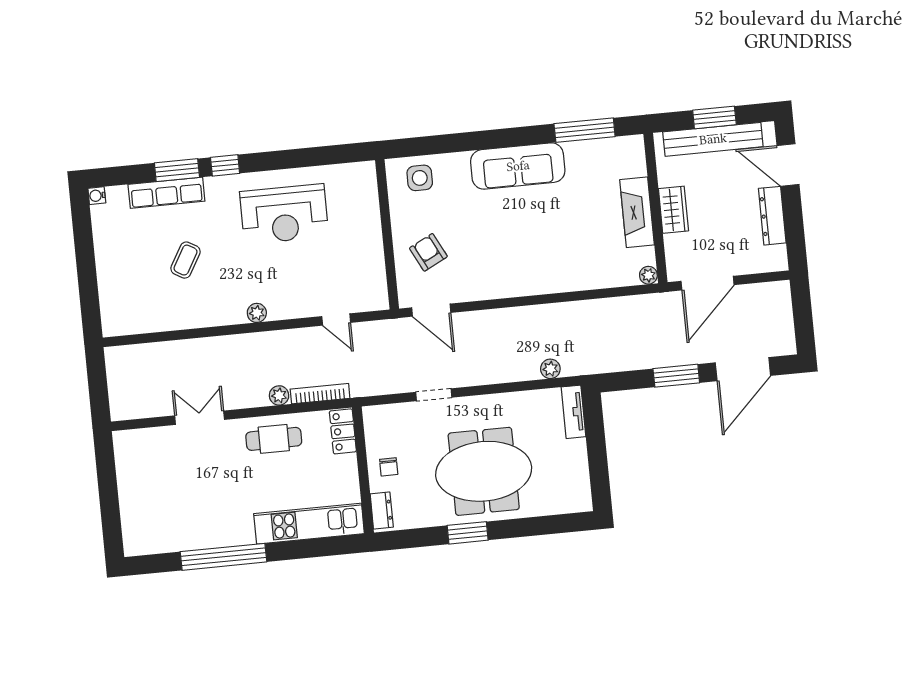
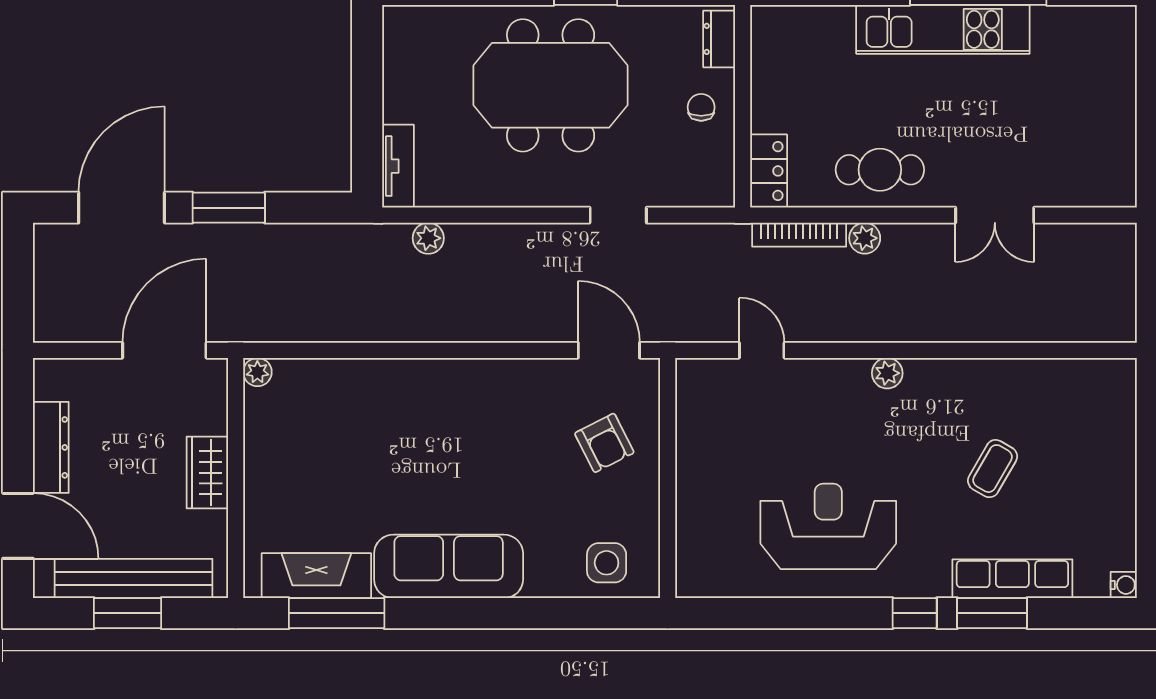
fireplace: (637, 212) -> (316, 576), moved, turned -90
kitchen unit: (309, 524) -> (943, 29), moved

